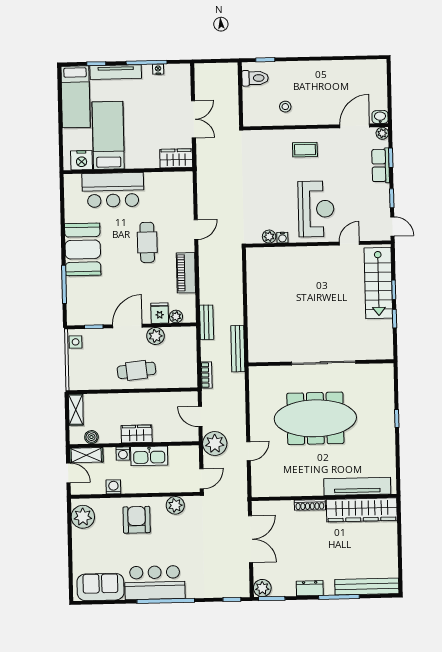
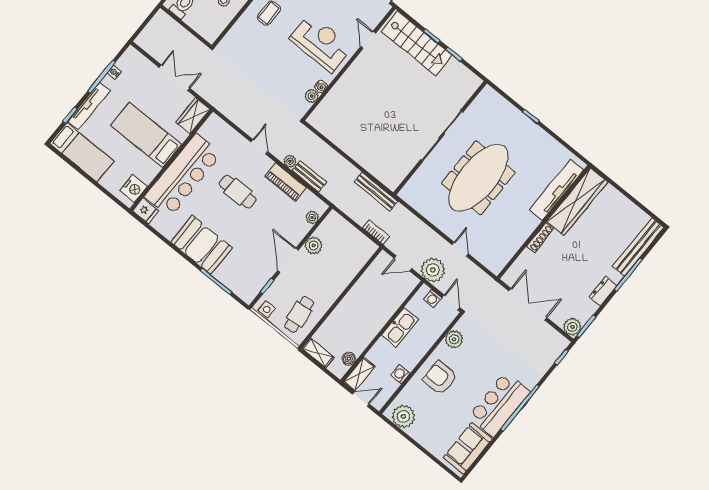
bed: (108, 135) -> (146, 135), moved
bar counter: (113, 190) -> (183, 175), width x1.36
plant: (205, 263) -> (290, 161), added
fridge: (160, 313) -> (146, 211), moved, turned 180
bench: (207, 322) -> (309, 176), moved
cafe table: (136, 370) -> (299, 314), moved
wardrobe: (137, 434) -> (375, 323), removed
washing machine: (123, 454) -> (433, 298), moved, turned 90

